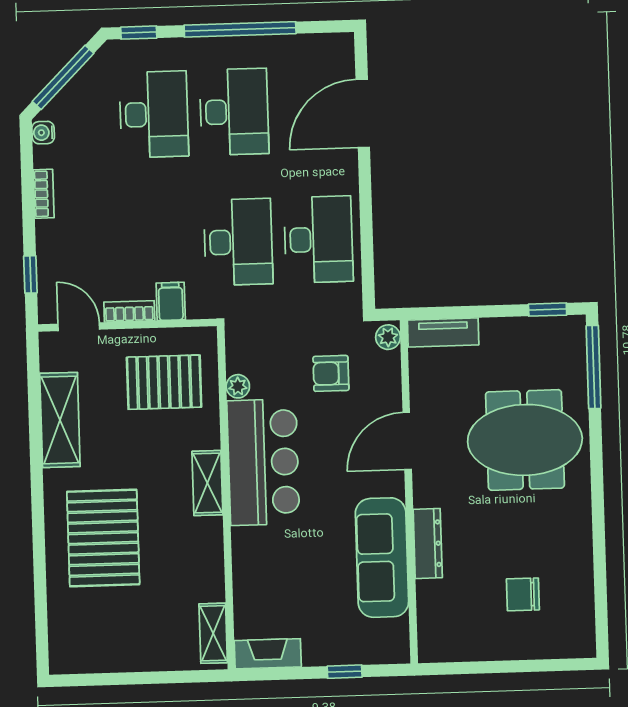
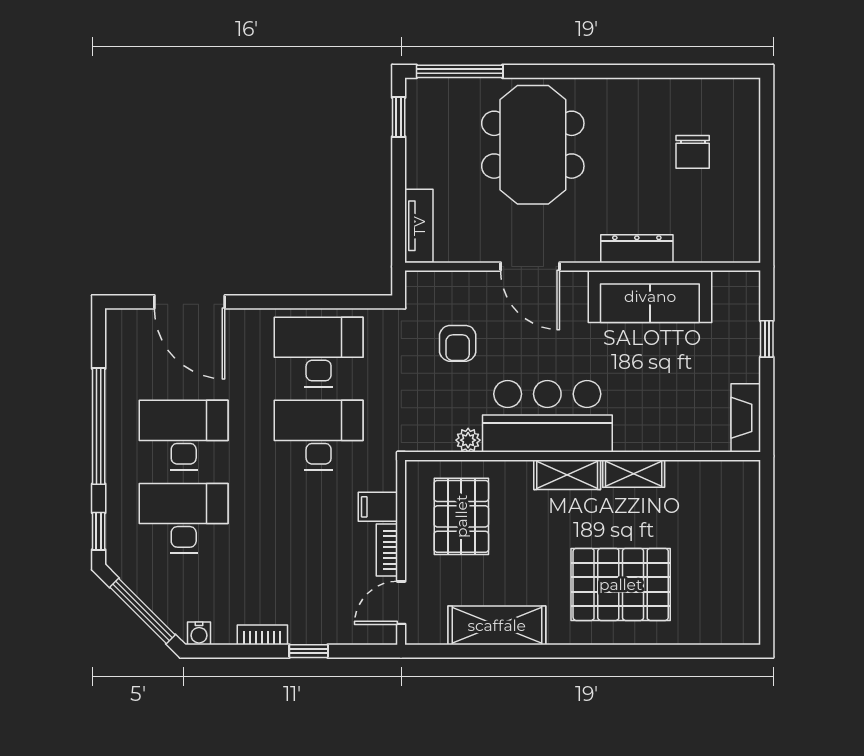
window: (30, 274) -> (309, 651), moved
plant: (388, 337) -> (422, 283), removed
shelving: (213, 633) -> (634, 474), moved

